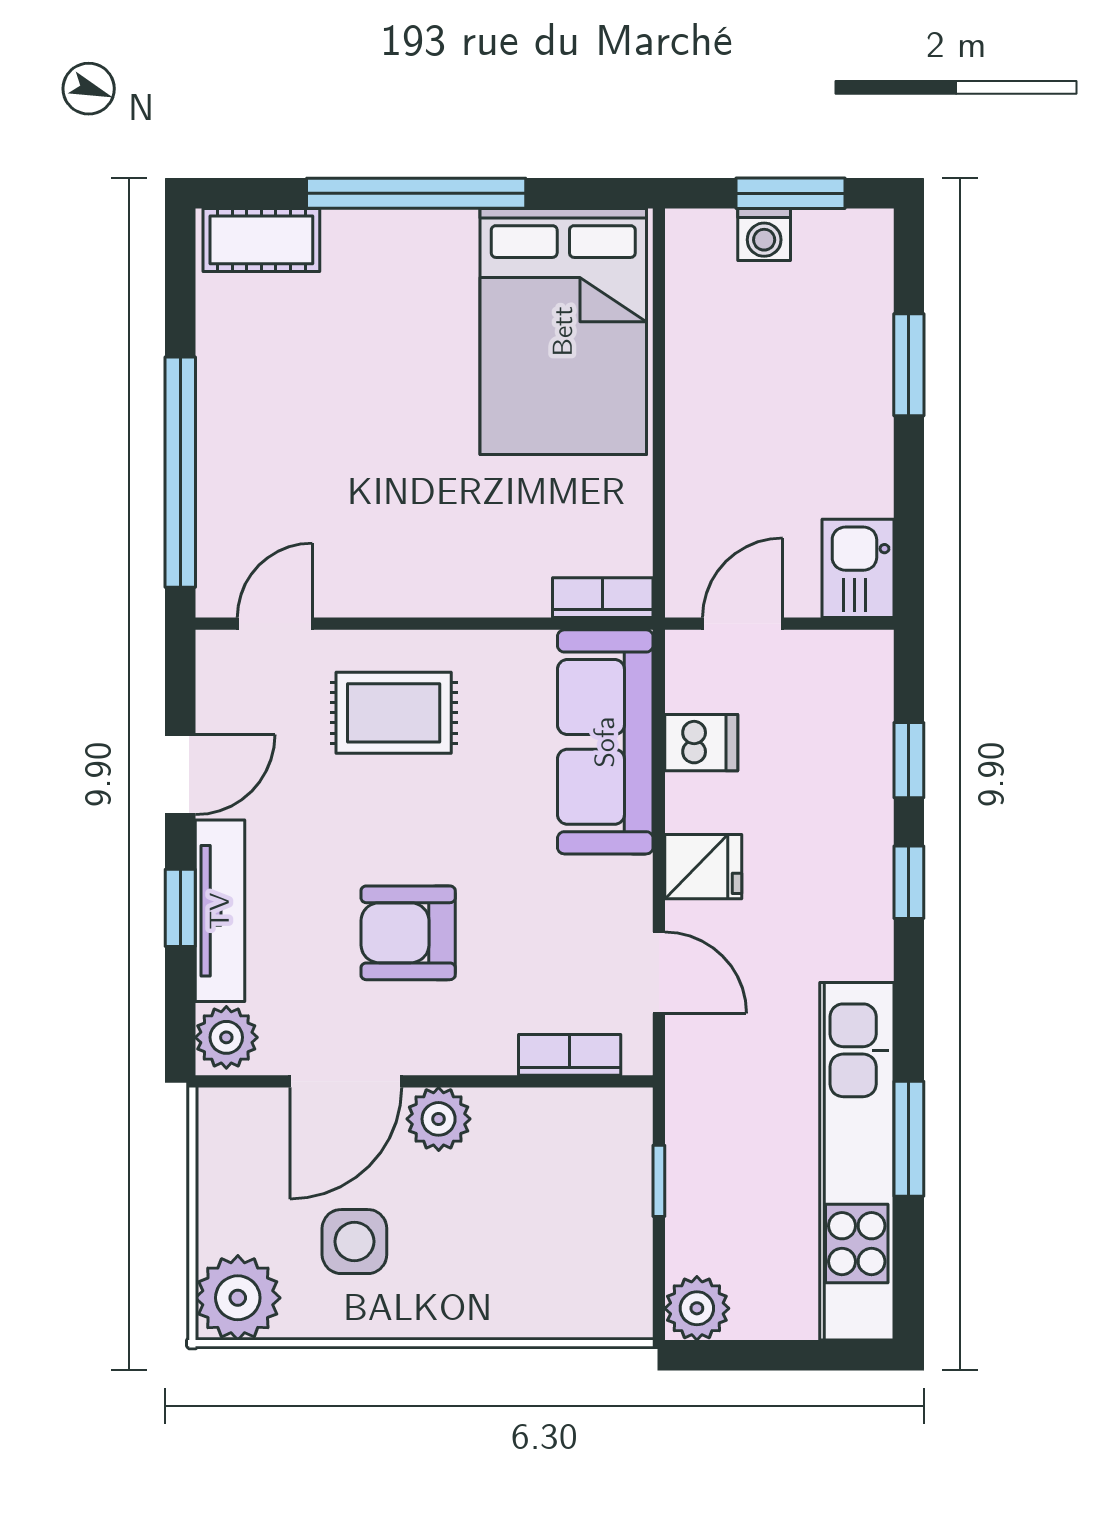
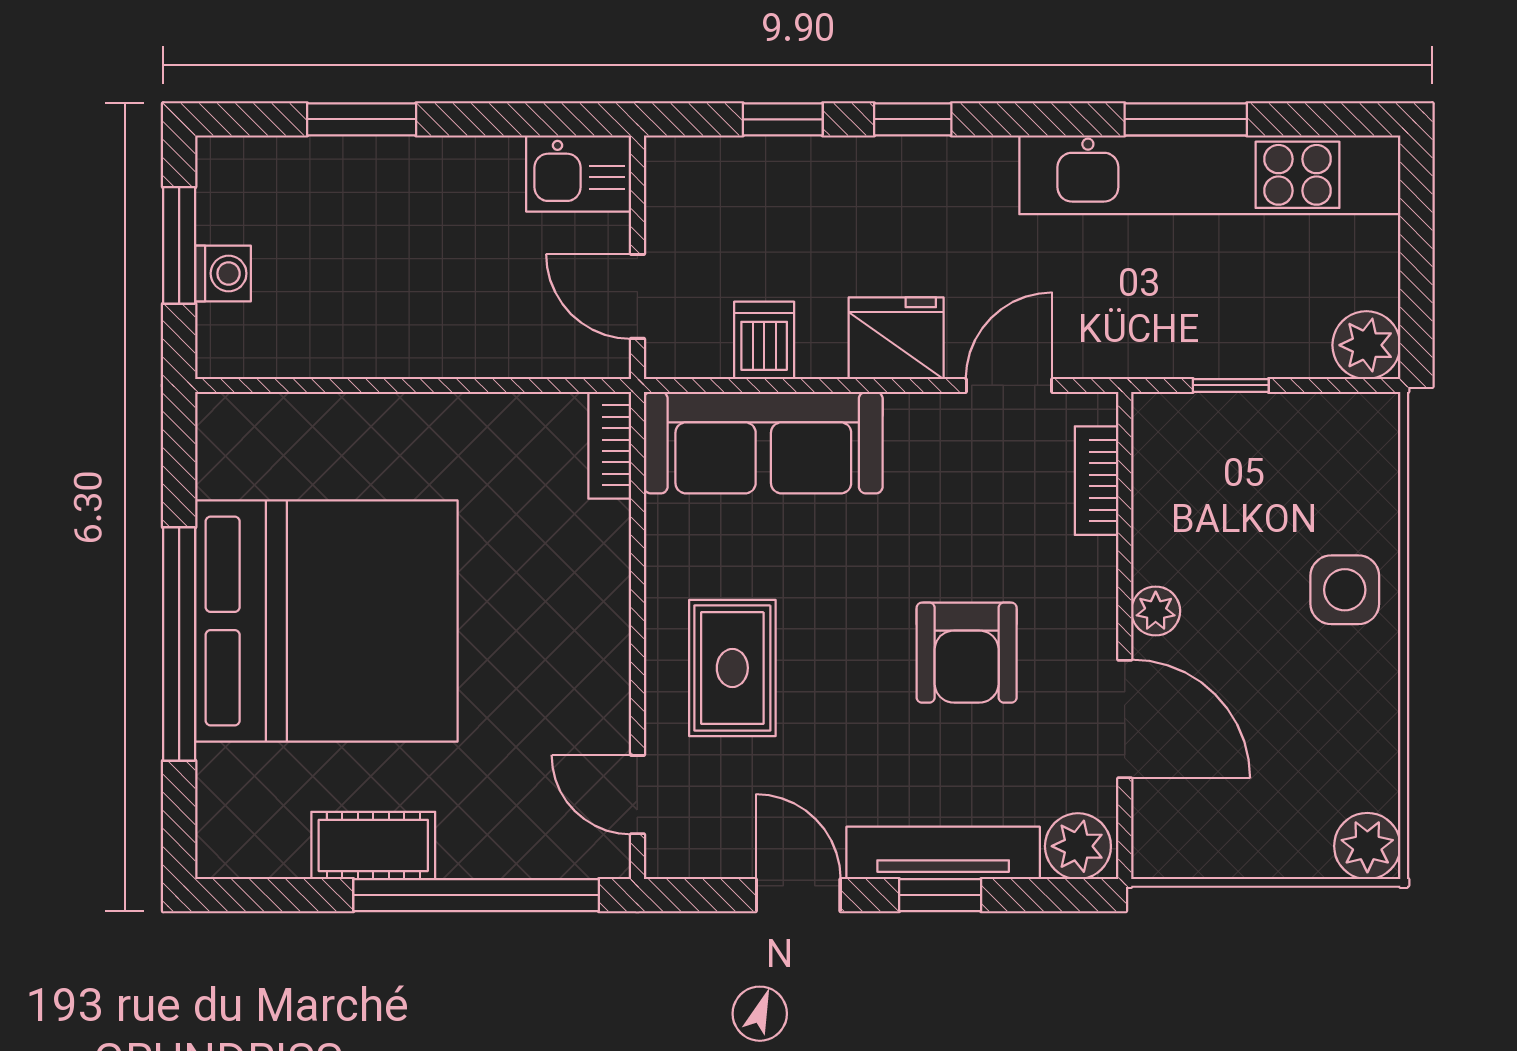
cot: (261, 240) -> (373, 845), moved, turned 90
bed: (563, 331) -> (326, 621), moved, width x1.36
fridge: (703, 867) -> (896, 338), width x1.38
plant: (439, 1119) -> (1156, 611), width x0.73, depth x0.73
side table: (354, 1242) -> (1345, 590), moved
plant: (238, 1298) -> (1367, 846), width x0.73, depth x0.73

